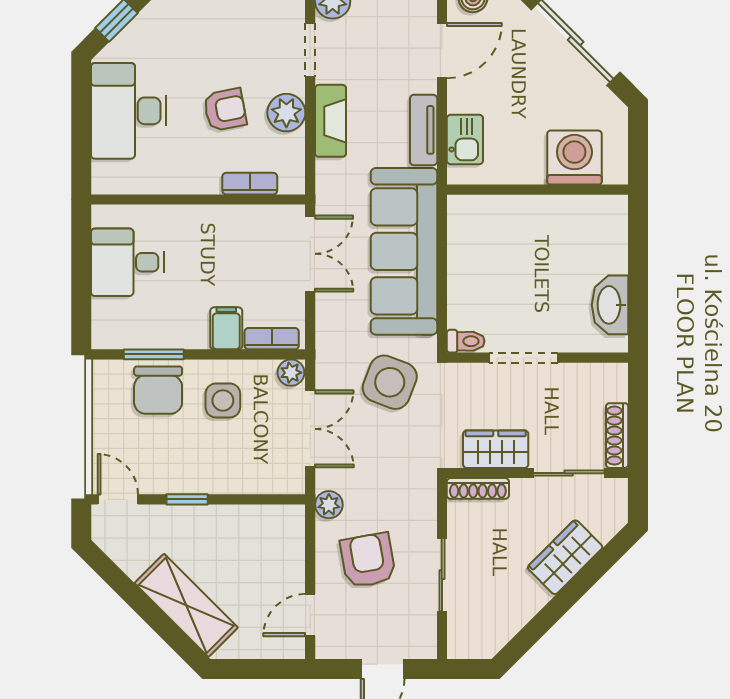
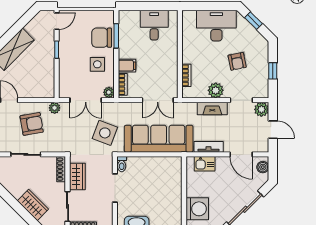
armchair: (225, 110) -> (237, 61), moved

